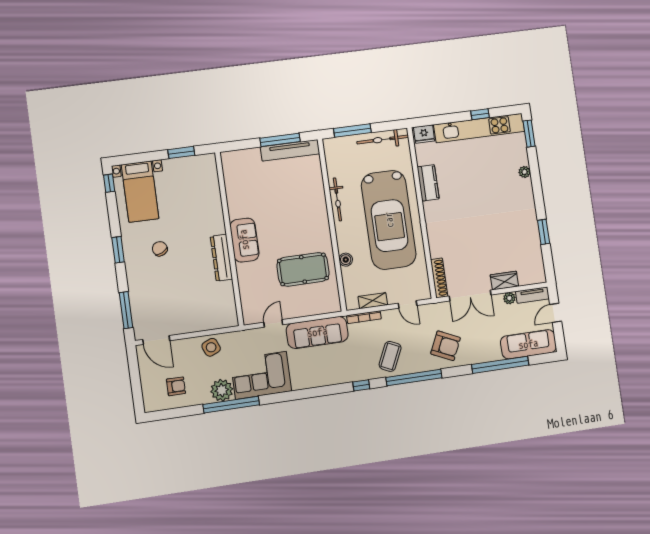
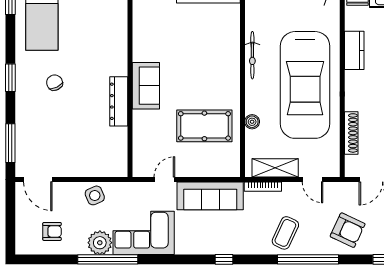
shoe rack: (439, 278) -> (351, 133), moved
shelving: (373, 301) -> (275, 168), width x1.50, depth x1.33
window: (361, 385) -> (224, 259), moved

